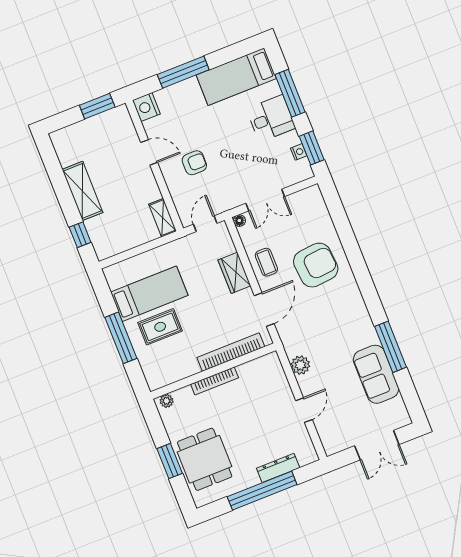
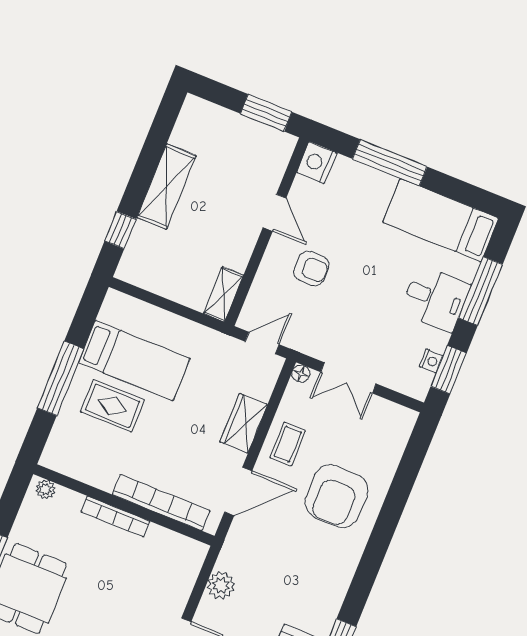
armchair: (316, 265) -> (336, 496), turned 95

